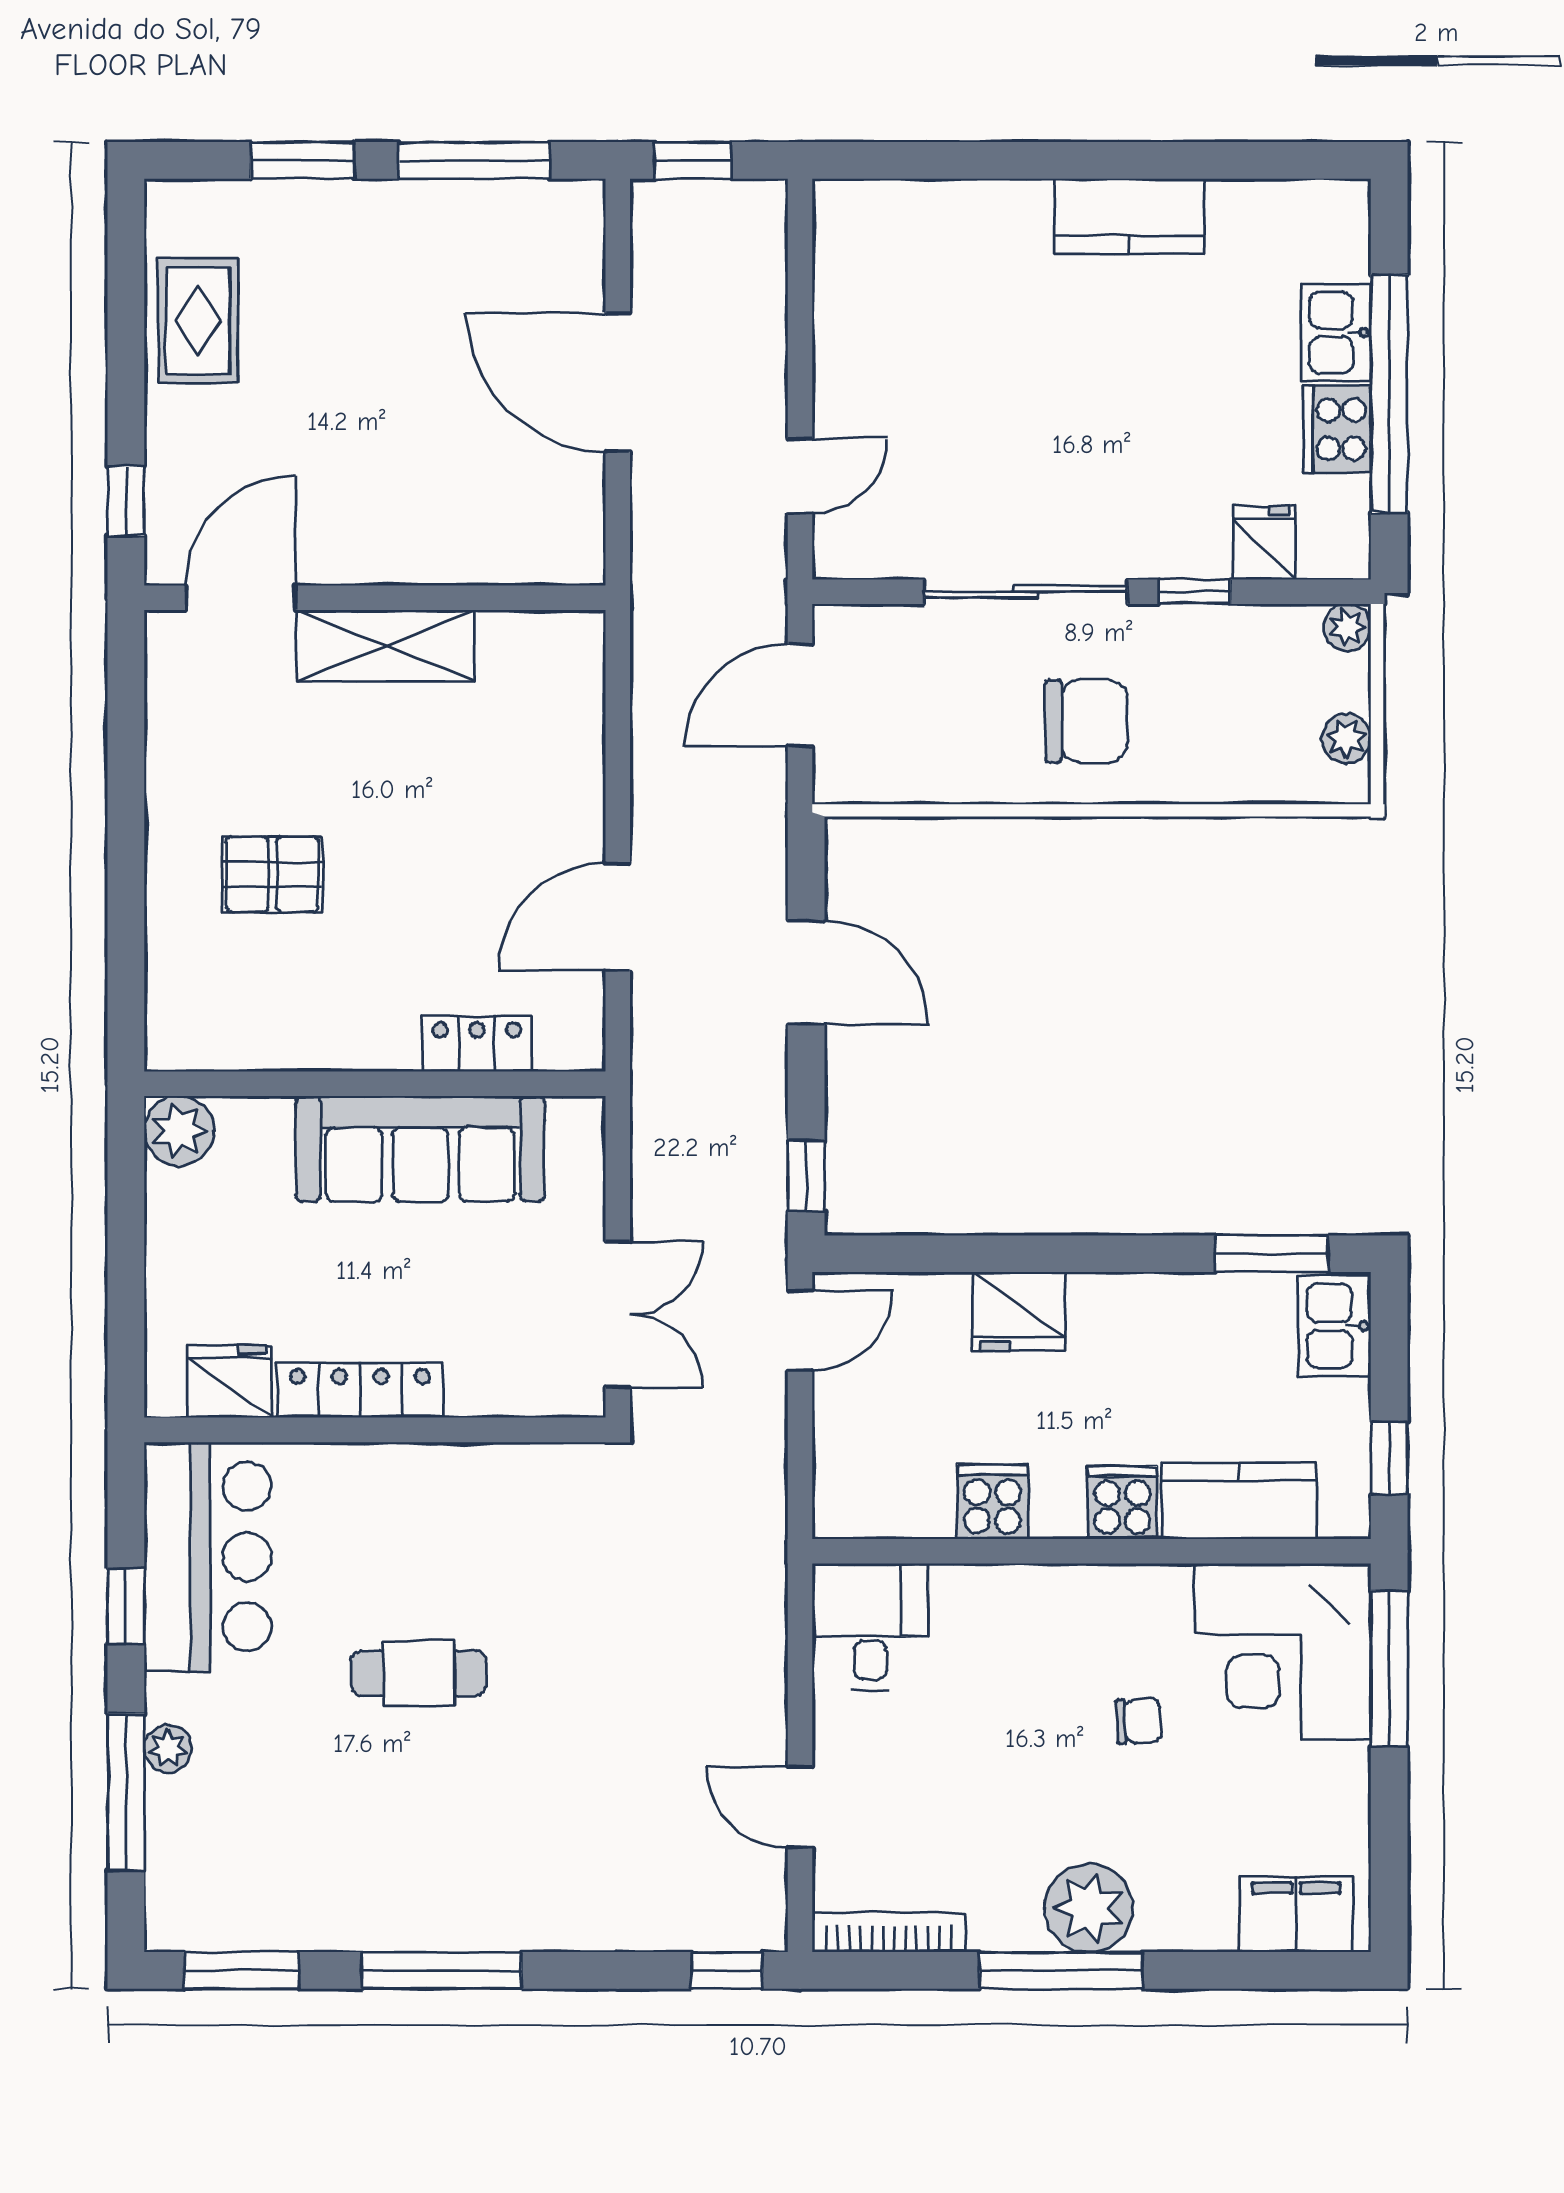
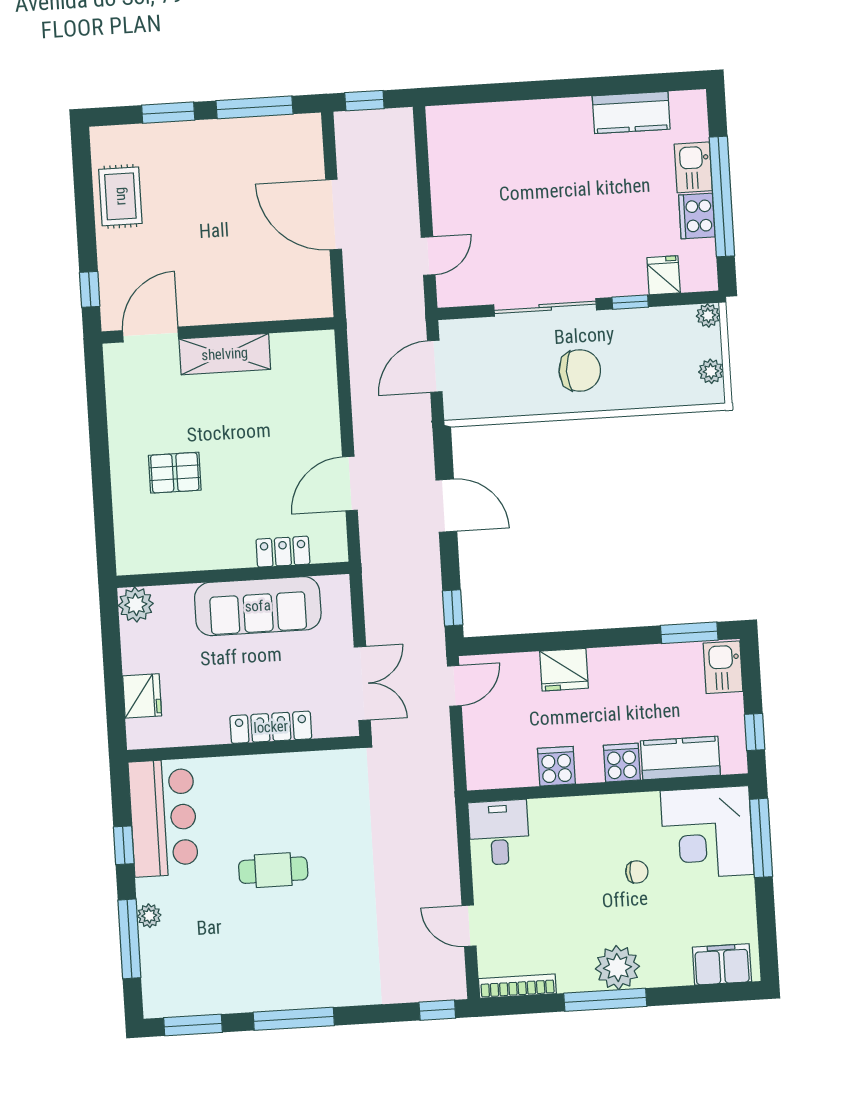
kitchen counter: (1129, 216) -> (631, 112), moved
fridge: (230, 1381) -> (142, 696), moved, turned 90
locker: (360, 1390) -> (271, 727), moved

